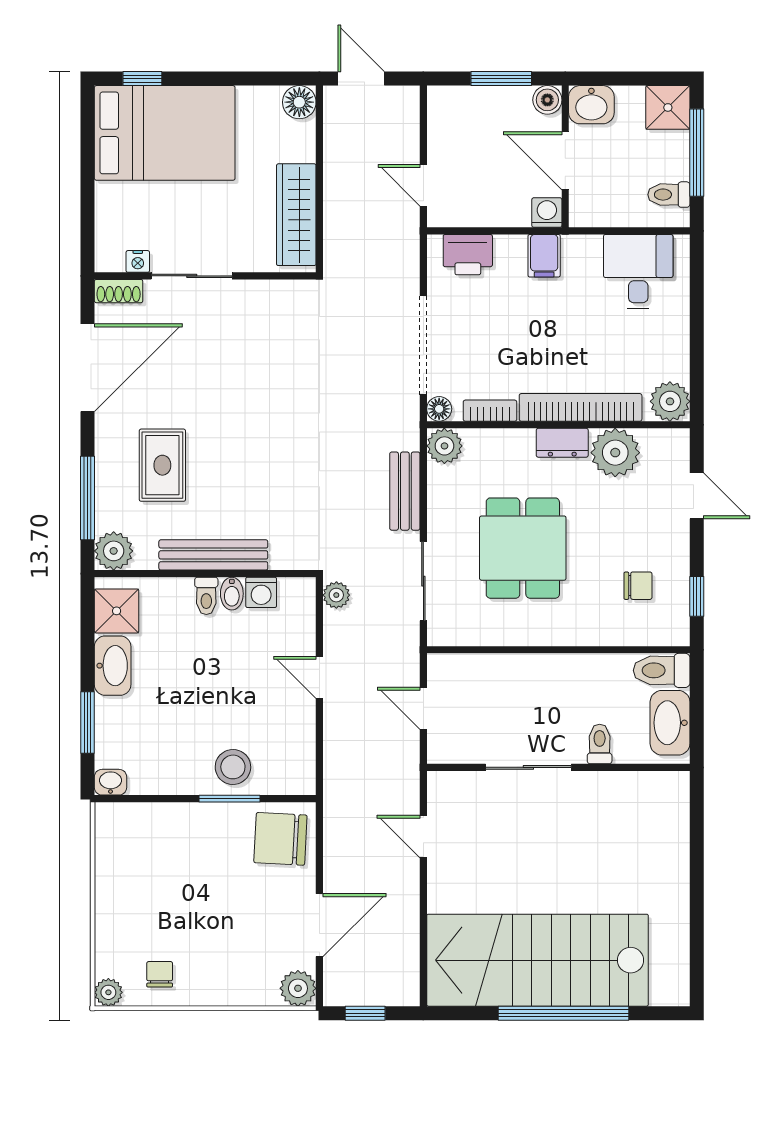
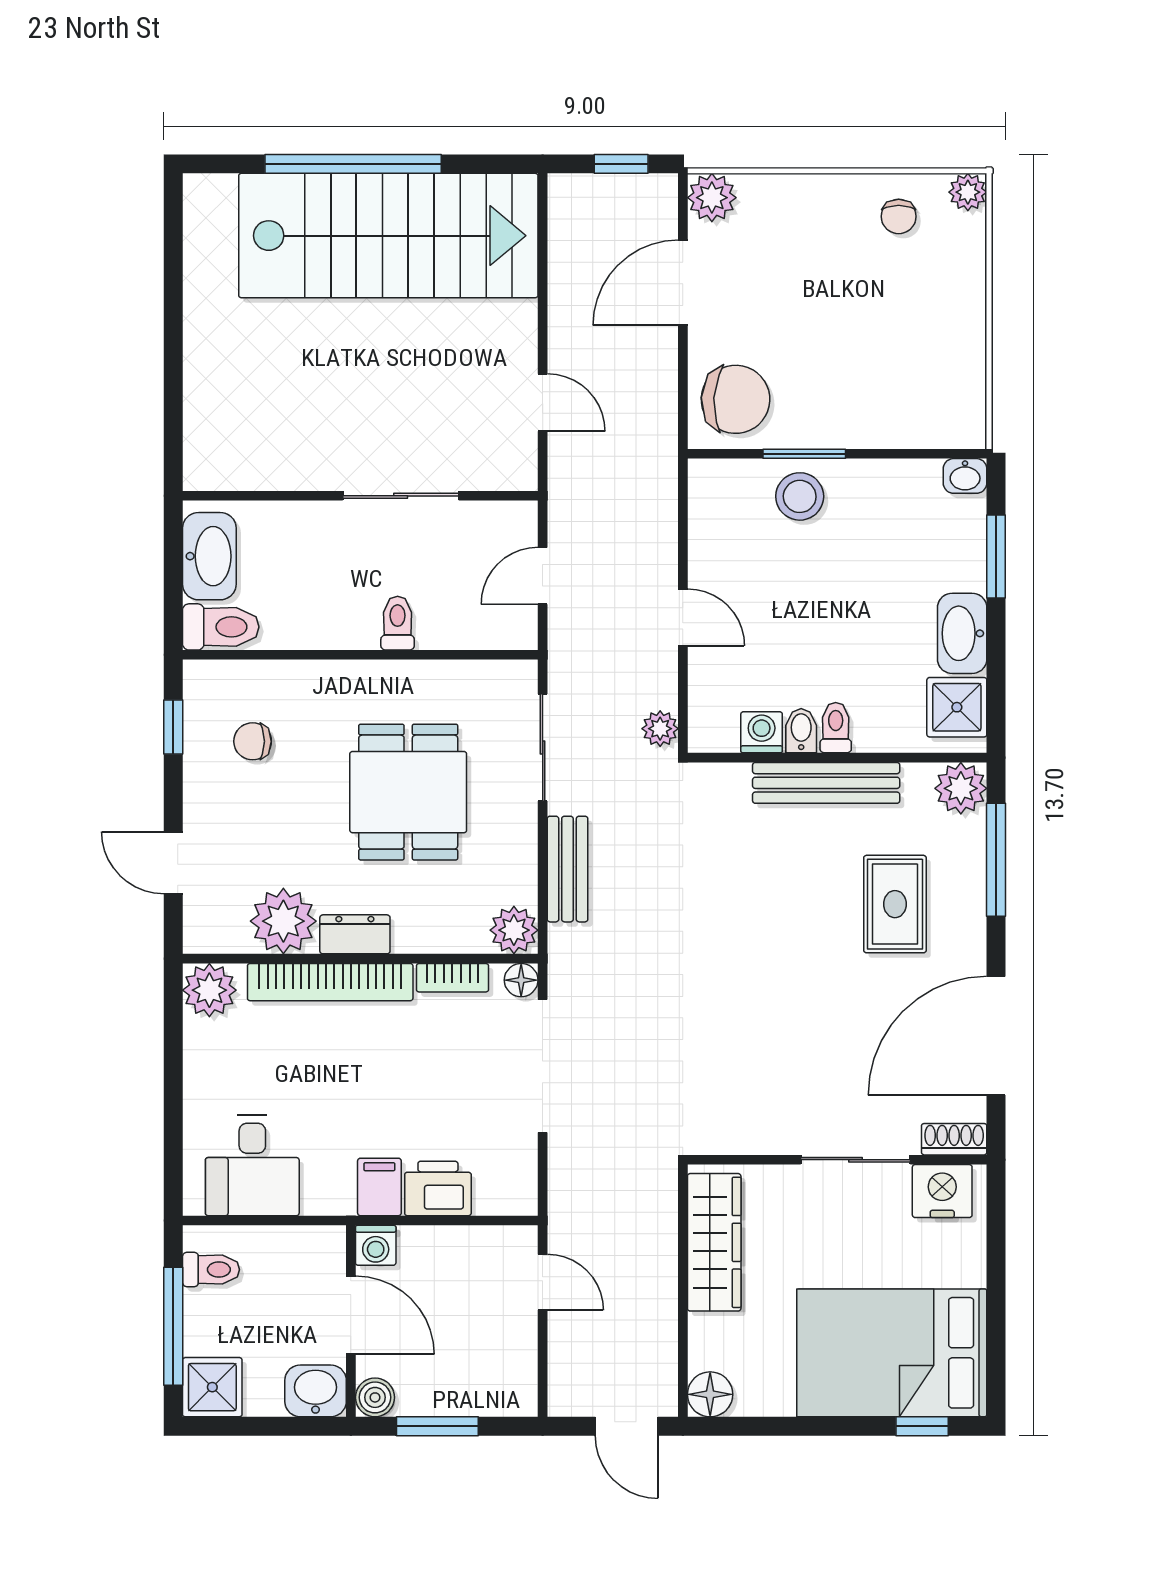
printer: (468, 255) -> (438, 1188), moved
nightstand: (138, 261) -> (942, 1191), width x1.89, depth x1.79
door: (423, 708) -> (543, 576), swing flipped
toilet: (600, 744) -> (398, 623), moved, turned 180

